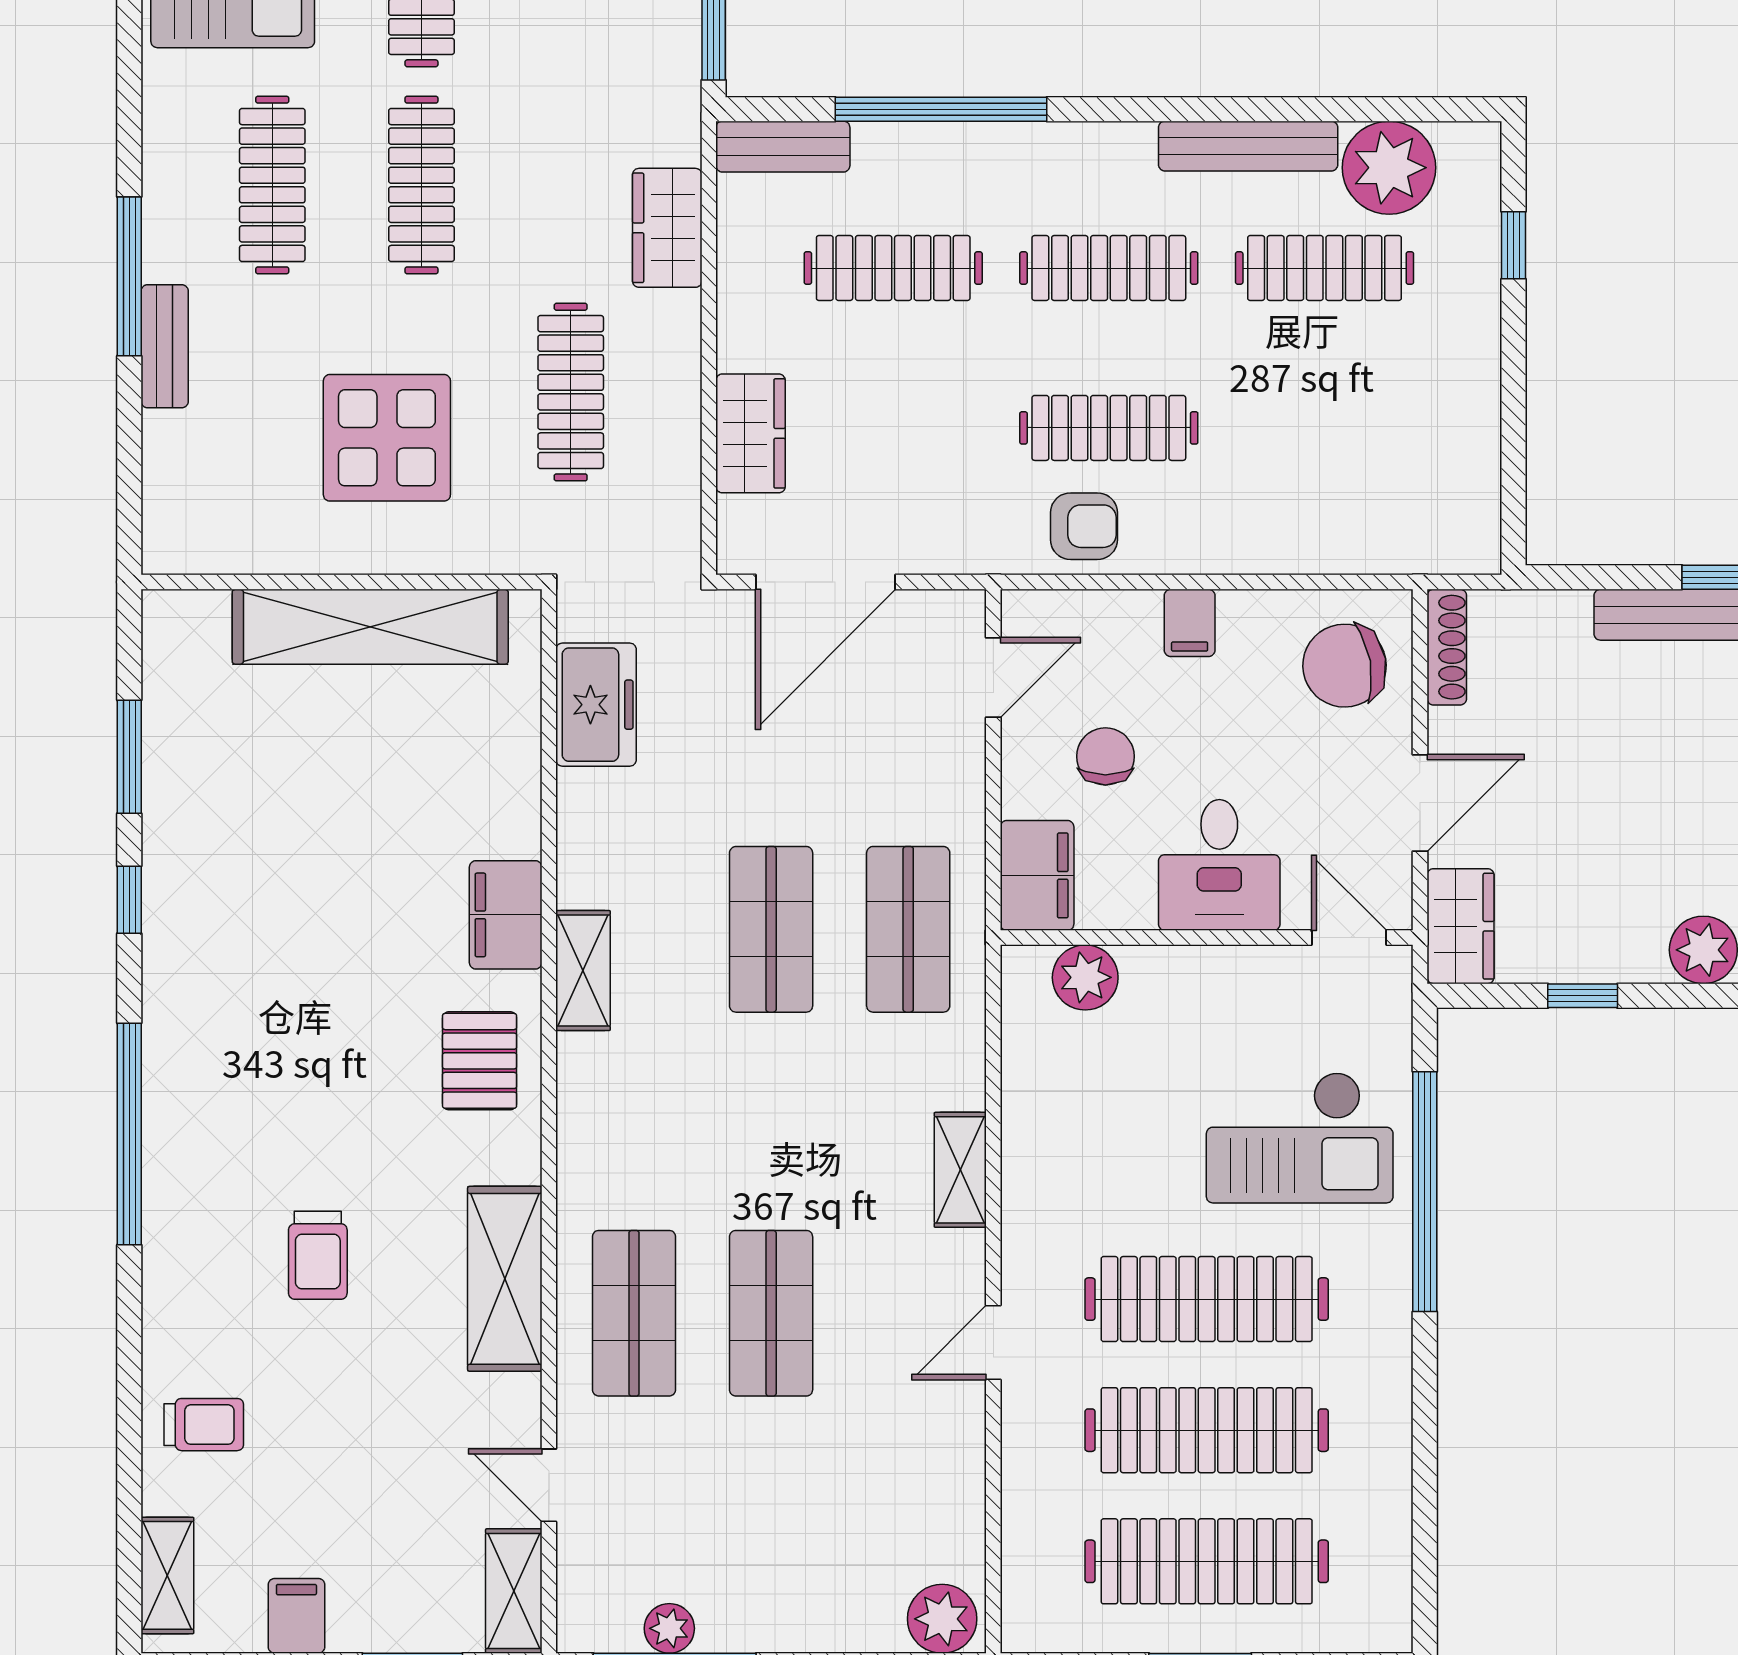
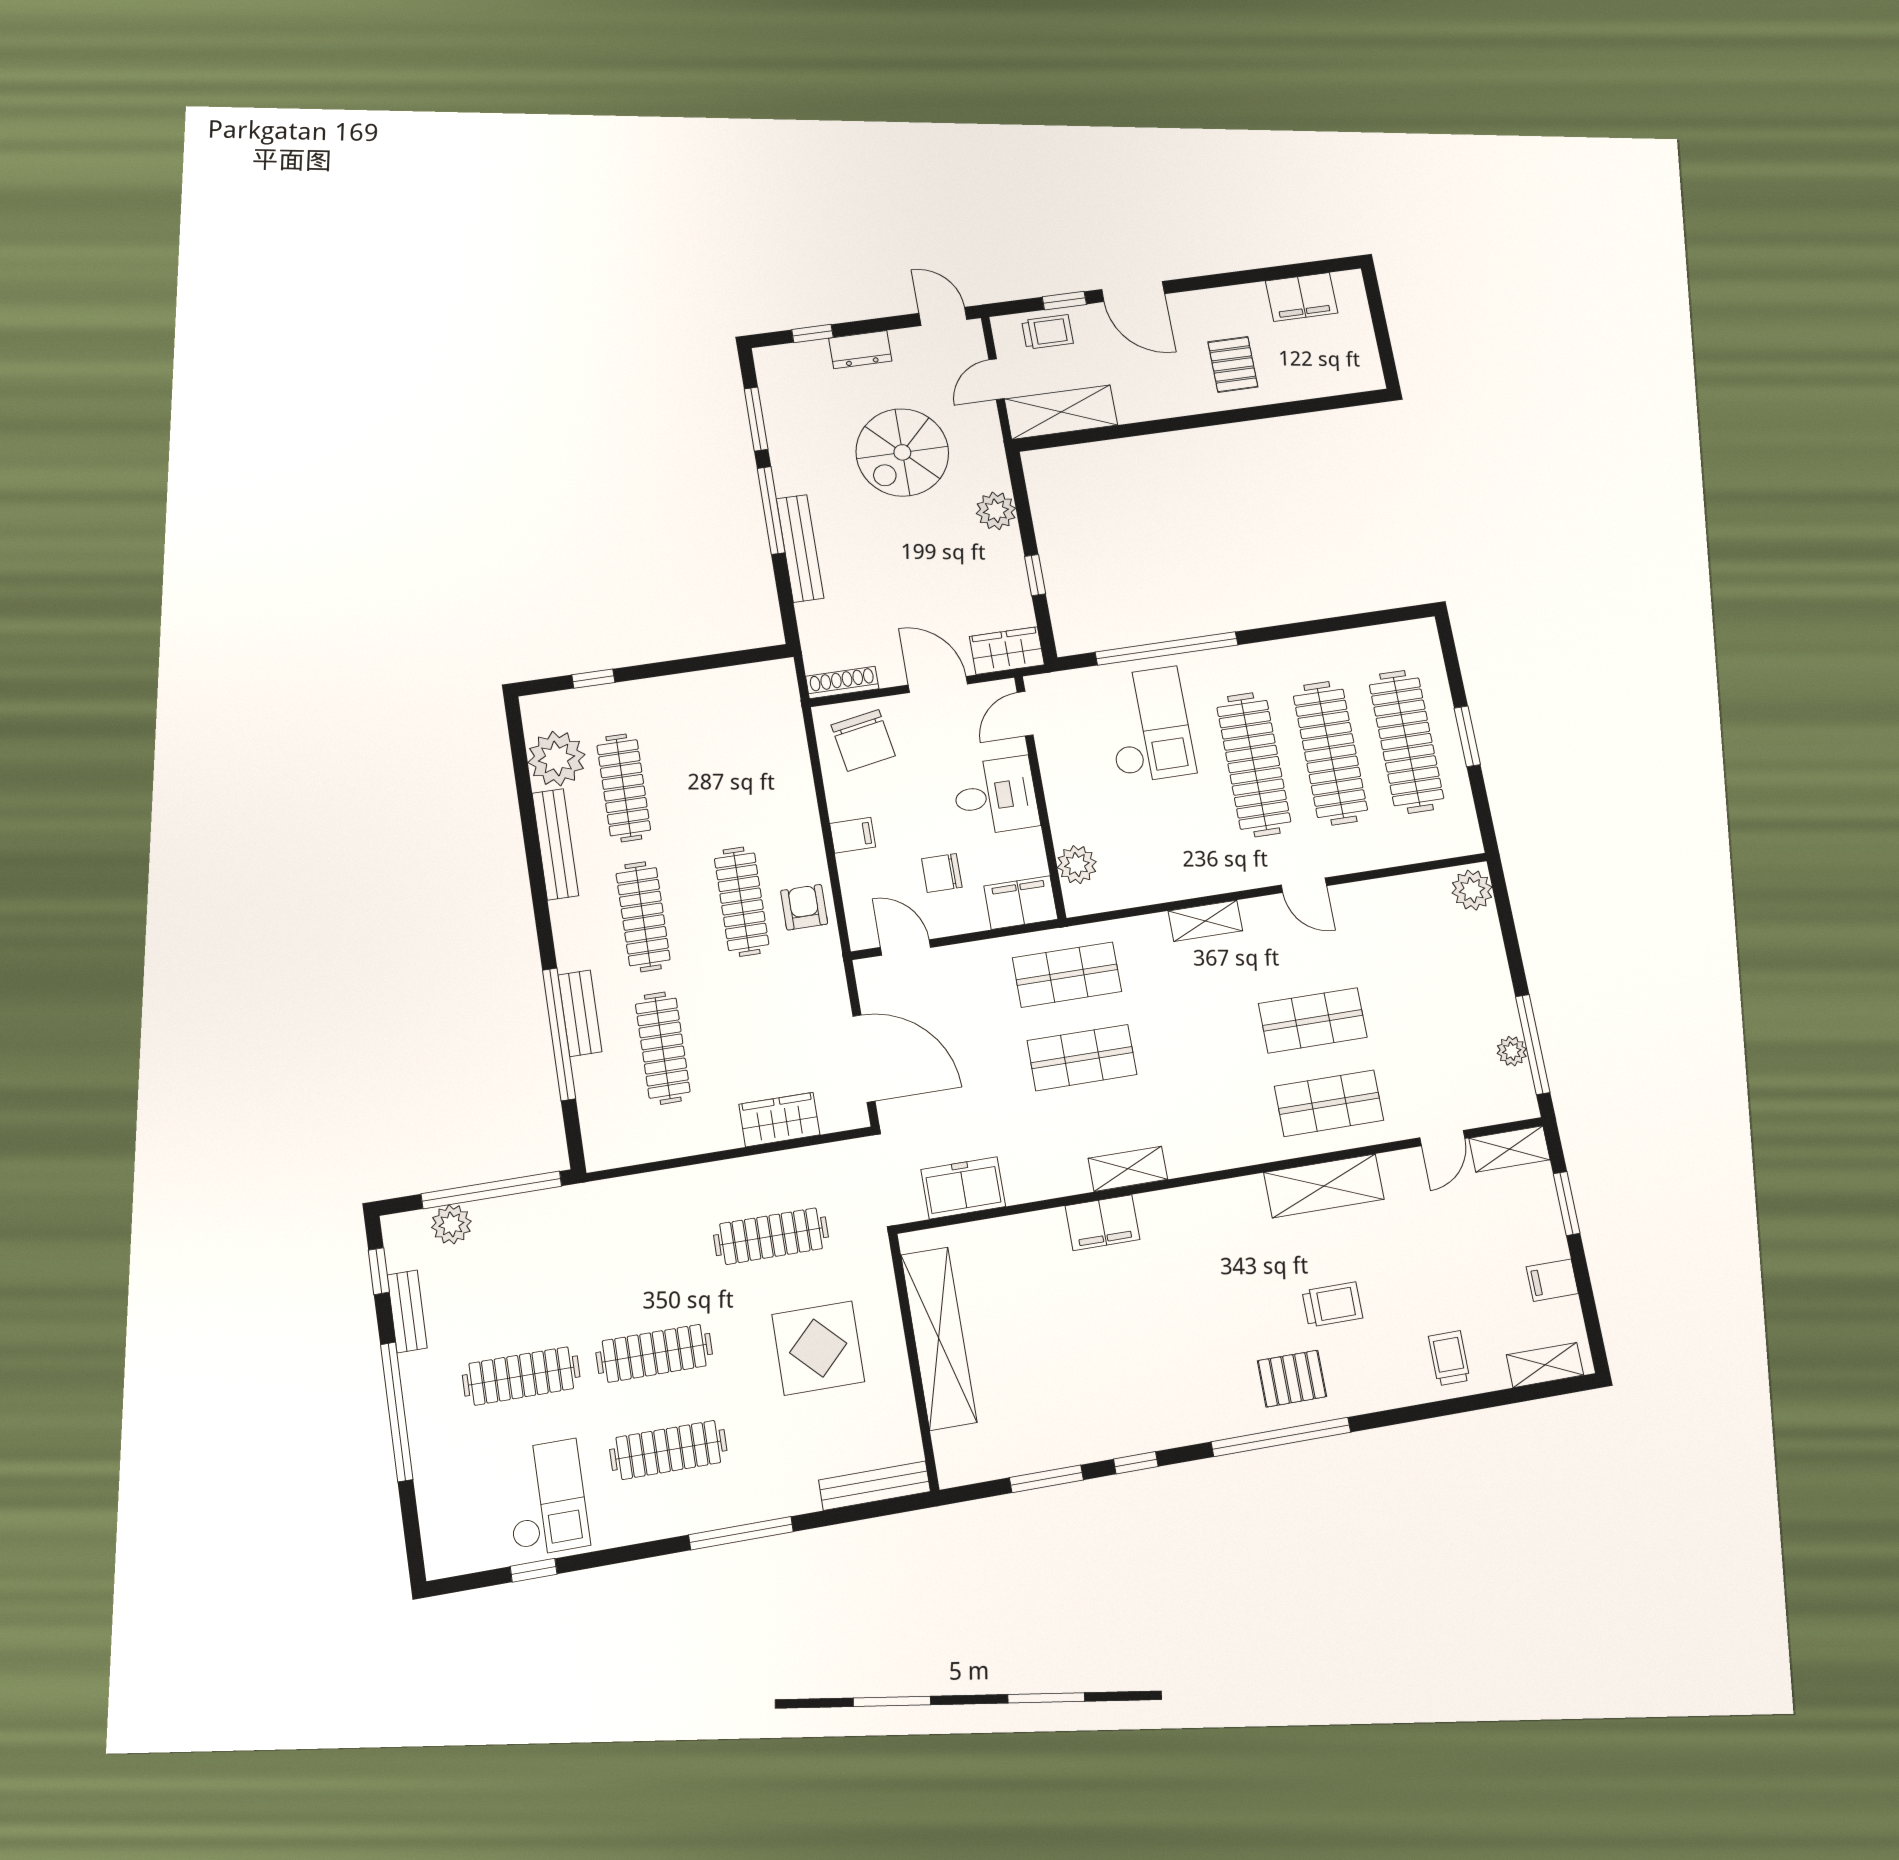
bench: (783, 147) -> (580, 1013), moved
wardrobe: (667, 228) -> (658, 1193), removed
bench: (165, 346) -> (875, 1486), moved, width x1.36
pallet: (480, 1061) -> (1292, 1379), moved

